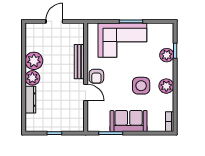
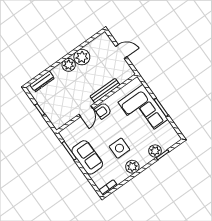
dresser: (30, 100) -> (42, 81), moved

